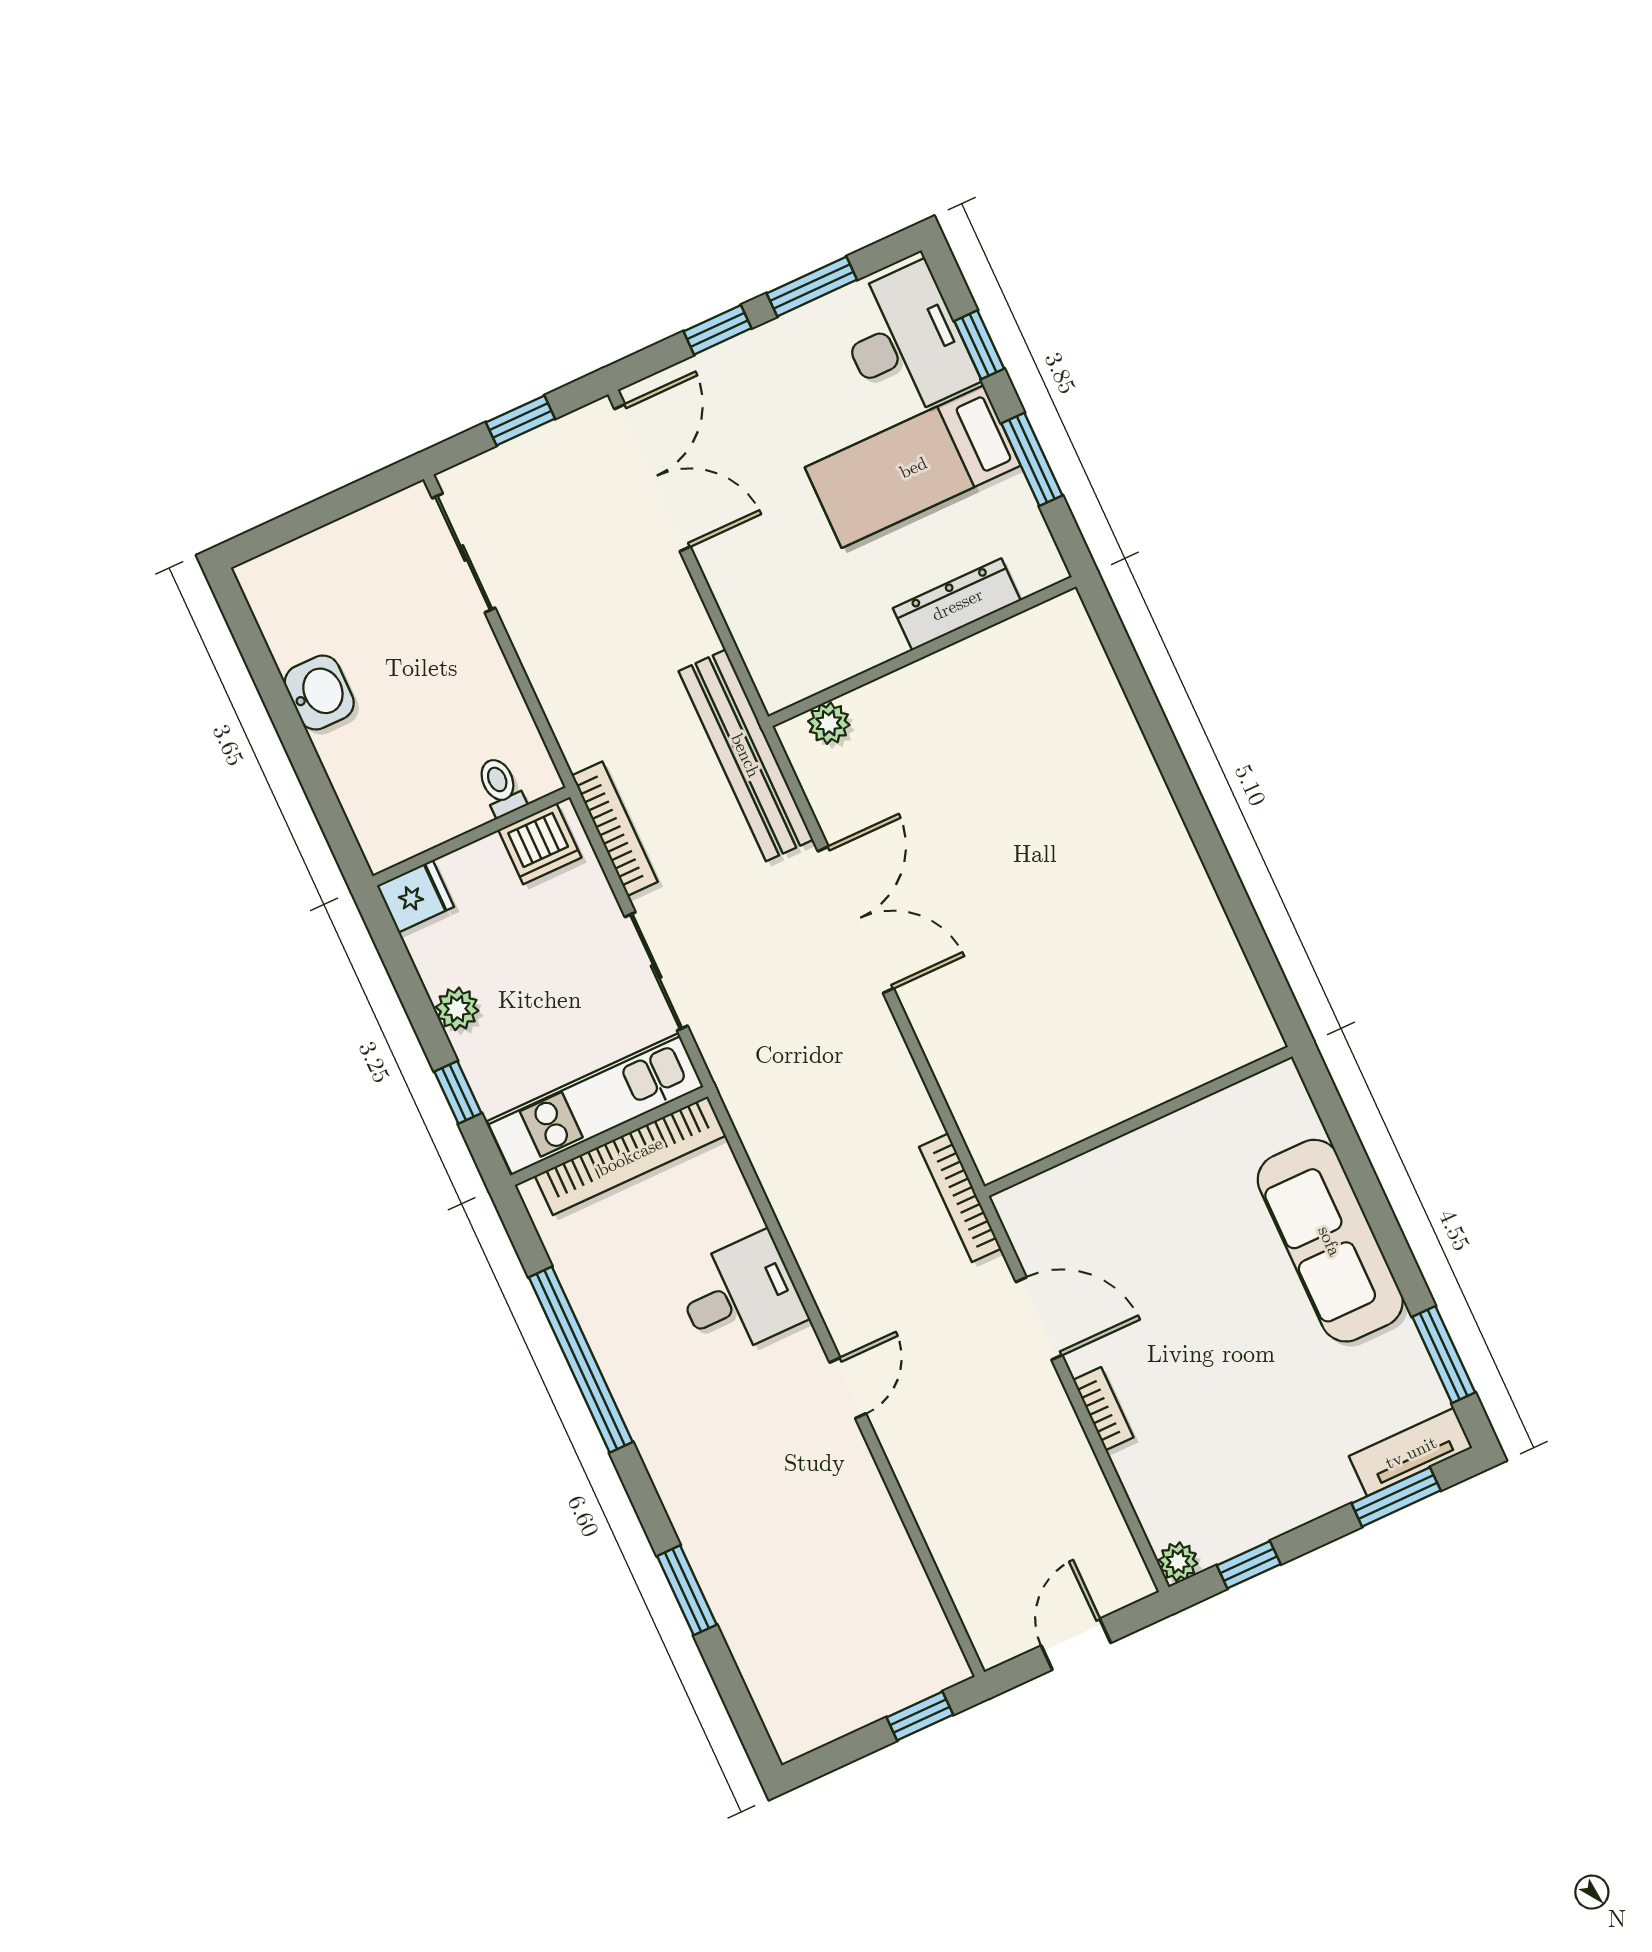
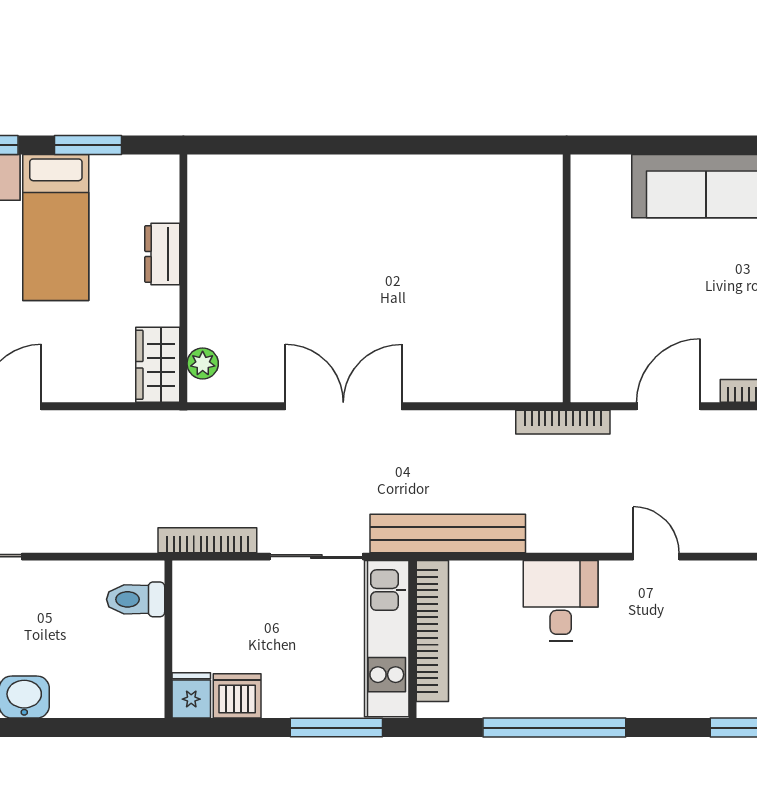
dresser: (957, 604) -> (162, 254), width x0.70
wardrobe: (802, 669) -> (158, 365), added
bench: (746, 755) -> (448, 534), moved
toilet: (501, 787) -> (136, 599), width x1.37, depth x1.39
dishwasher: (540, 844) -> (237, 696), moved, turned -90
plant: (457, 1009) -> (280, 702), removed
window: (458, 1092) -> (336, 728), width x2.17

